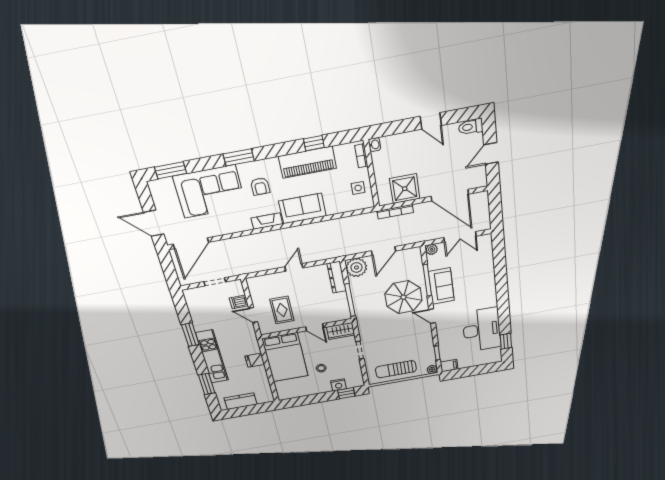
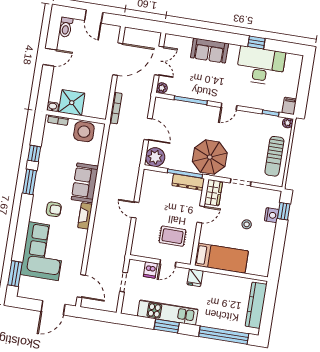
window: (239, 157) -> (30, 182), moved
piano: (307, 162) -> (48, 164), removed
side table: (358, 188) -> (84, 132), width x1.87, depth x1.87
shower: (405, 189) -> (72, 103), moved
door: (191, 243) -> (81, 286), width x0.73
dresser: (336, 277) -> (188, 182), moved
sofa: (441, 286) -> (209, 51), moved, turned 180
parasol: (403, 297) -> (210, 157), moved
window: (506, 341) -> (256, 43), moved
kitchen unit: (212, 357) -> (168, 313), moved
bed: (285, 357) -> (221, 258), width x0.67
fridge: (255, 360) -> (195, 278), moved
window: (207, 384) -> (224, 335), width x2.11
kitchen counter: (241, 401) -> (256, 305), width x1.50

